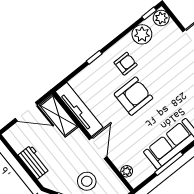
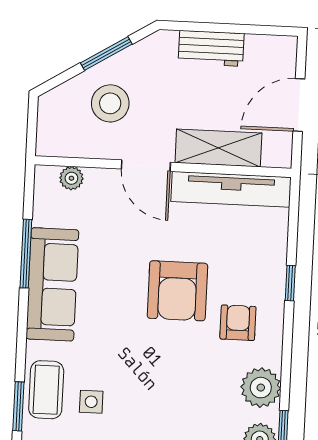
armchair: (126, 64) -> (238, 323), turned 180
shelving: (59, 116) -> (218, 148), moved

